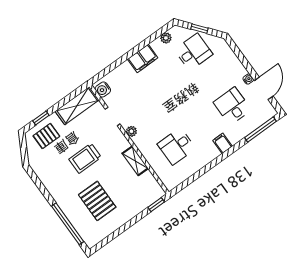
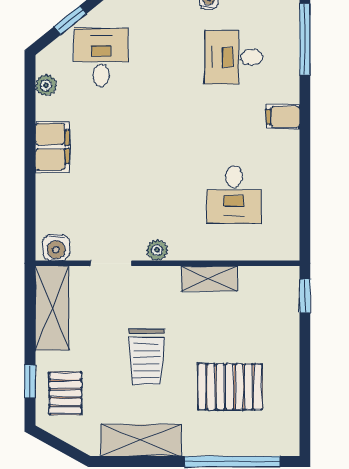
shelving: (49, 180) -> (141, 440), added

